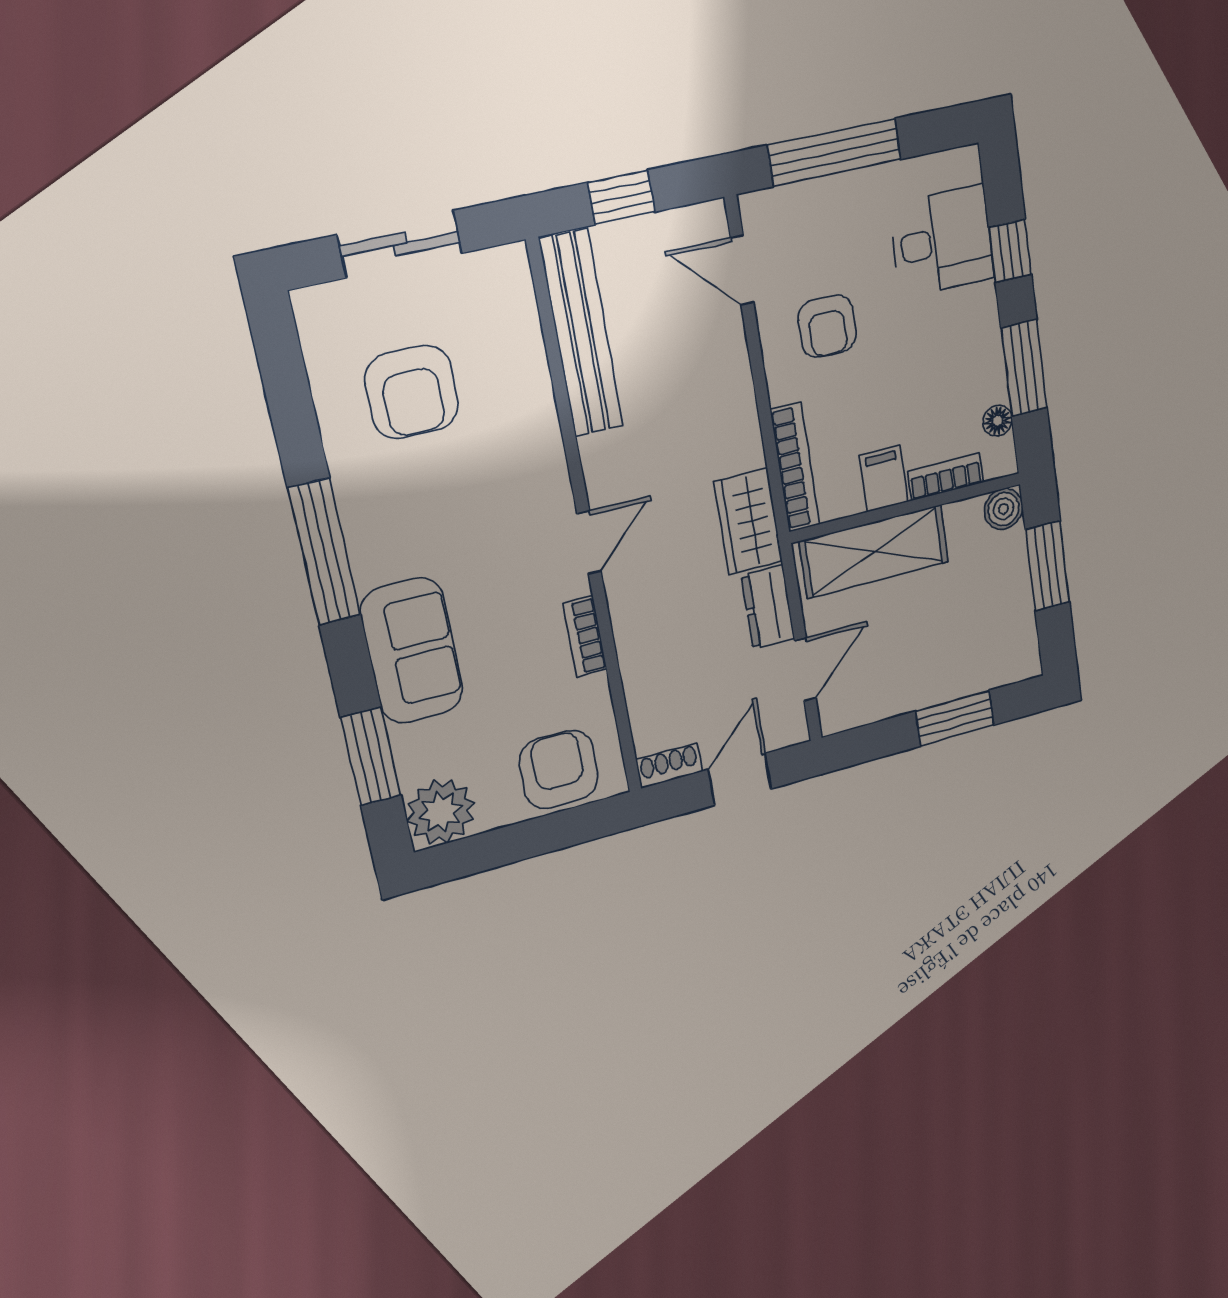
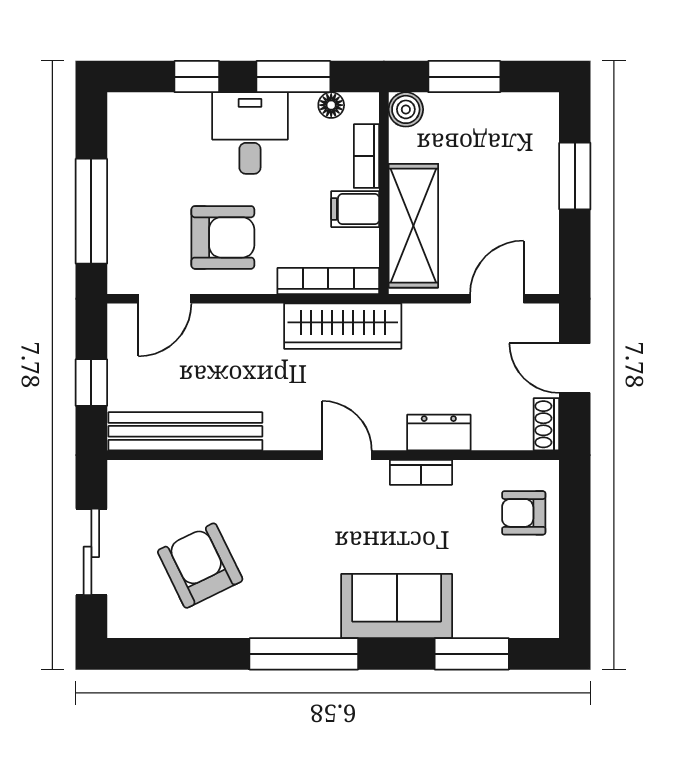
desk: (942, 241) -> (250, 133), moved
armchair: (827, 326) -> (223, 237), width x1.38, depth x1.38
armchair: (412, 392) -> (200, 566), turned -116
wardrobe: (748, 522) -> (343, 326), width x1.50
dresser: (768, 607) -> (439, 433), moved, turned 180
door: (805, 670) -> (497, 299), hinge flipped
armchair: (559, 769) -> (524, 513), width x0.72, depth x0.72
plant: (441, 812) -> (532, 611), removed

